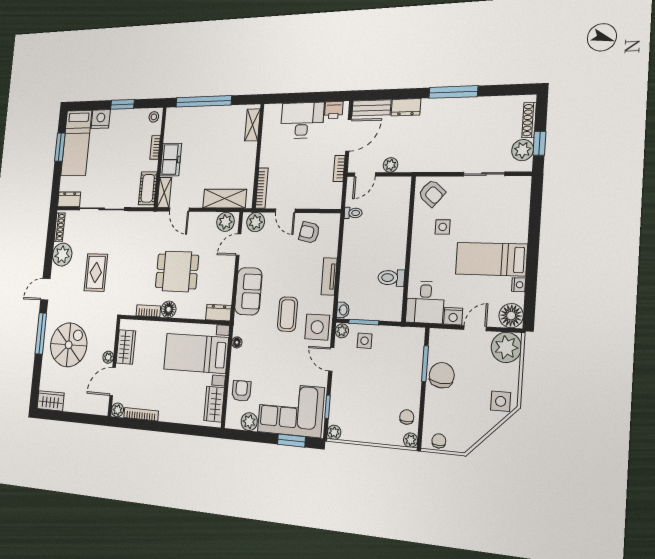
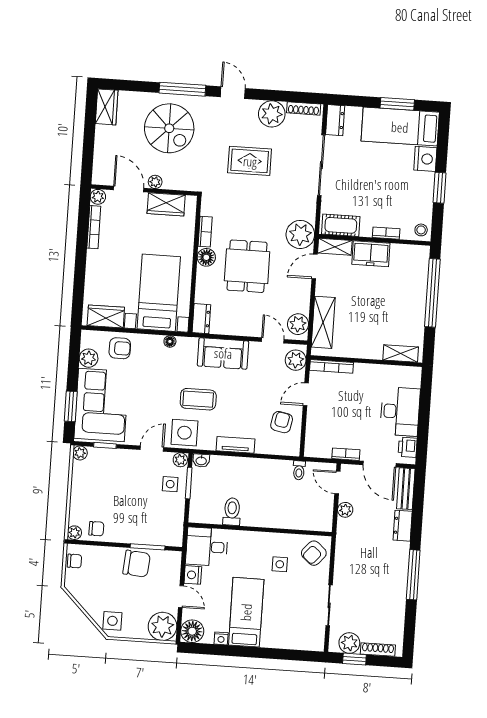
plant: (154, 224) -> (300, 234), added

